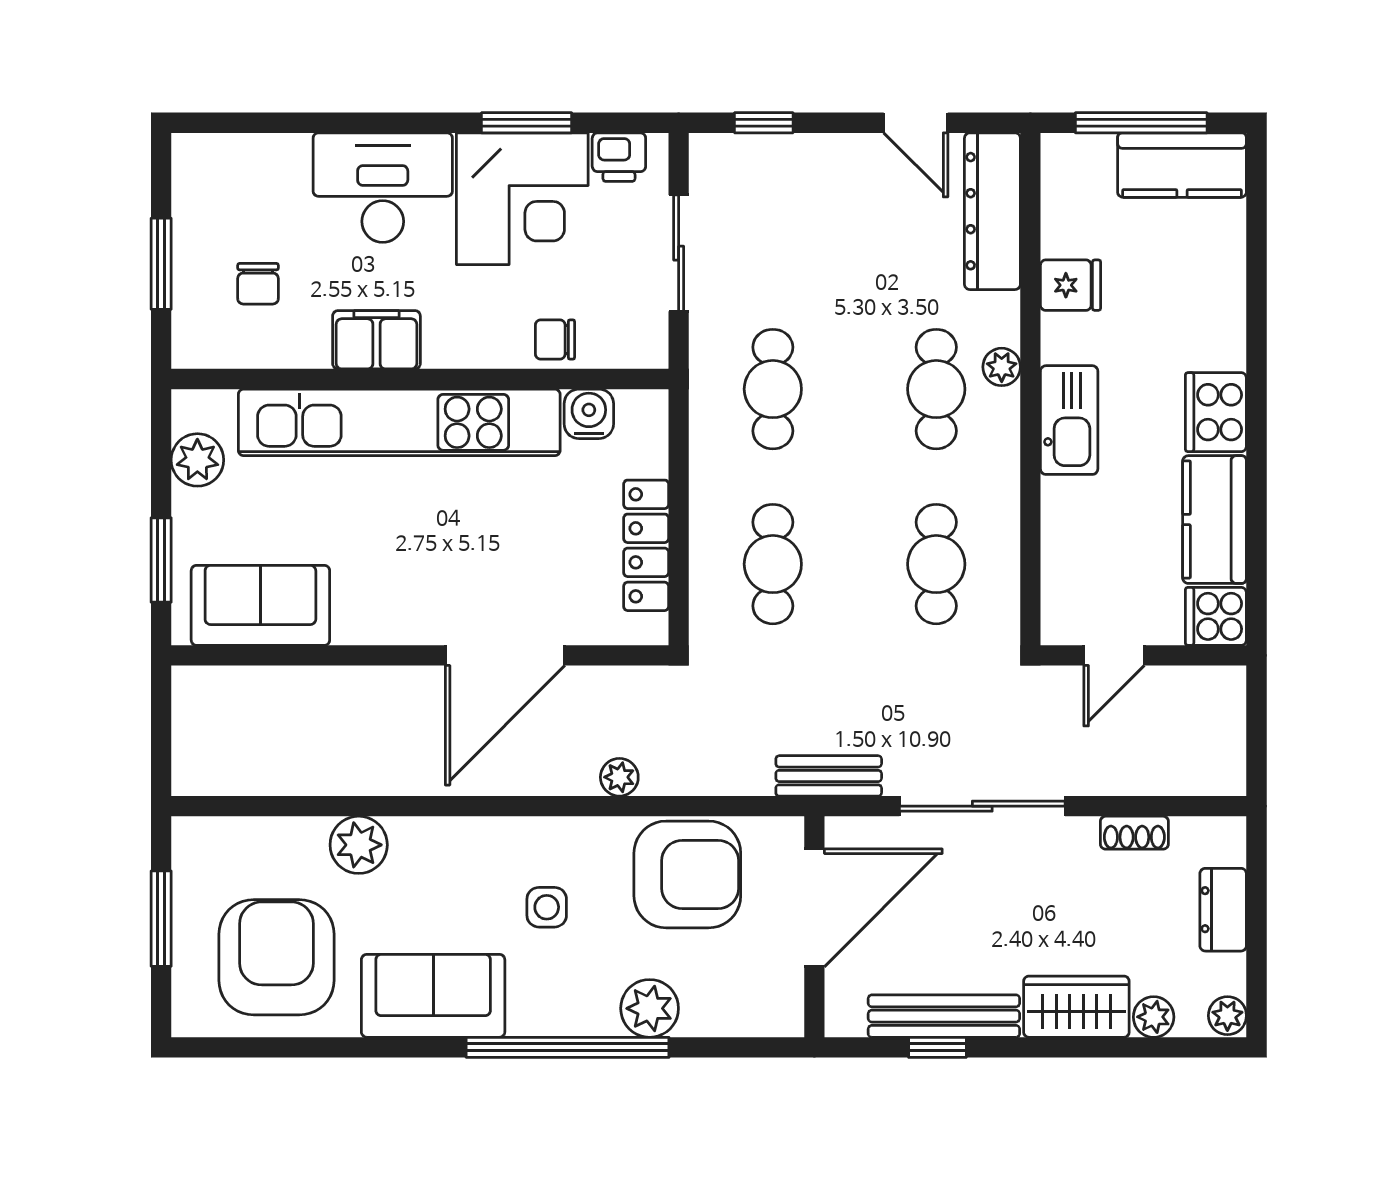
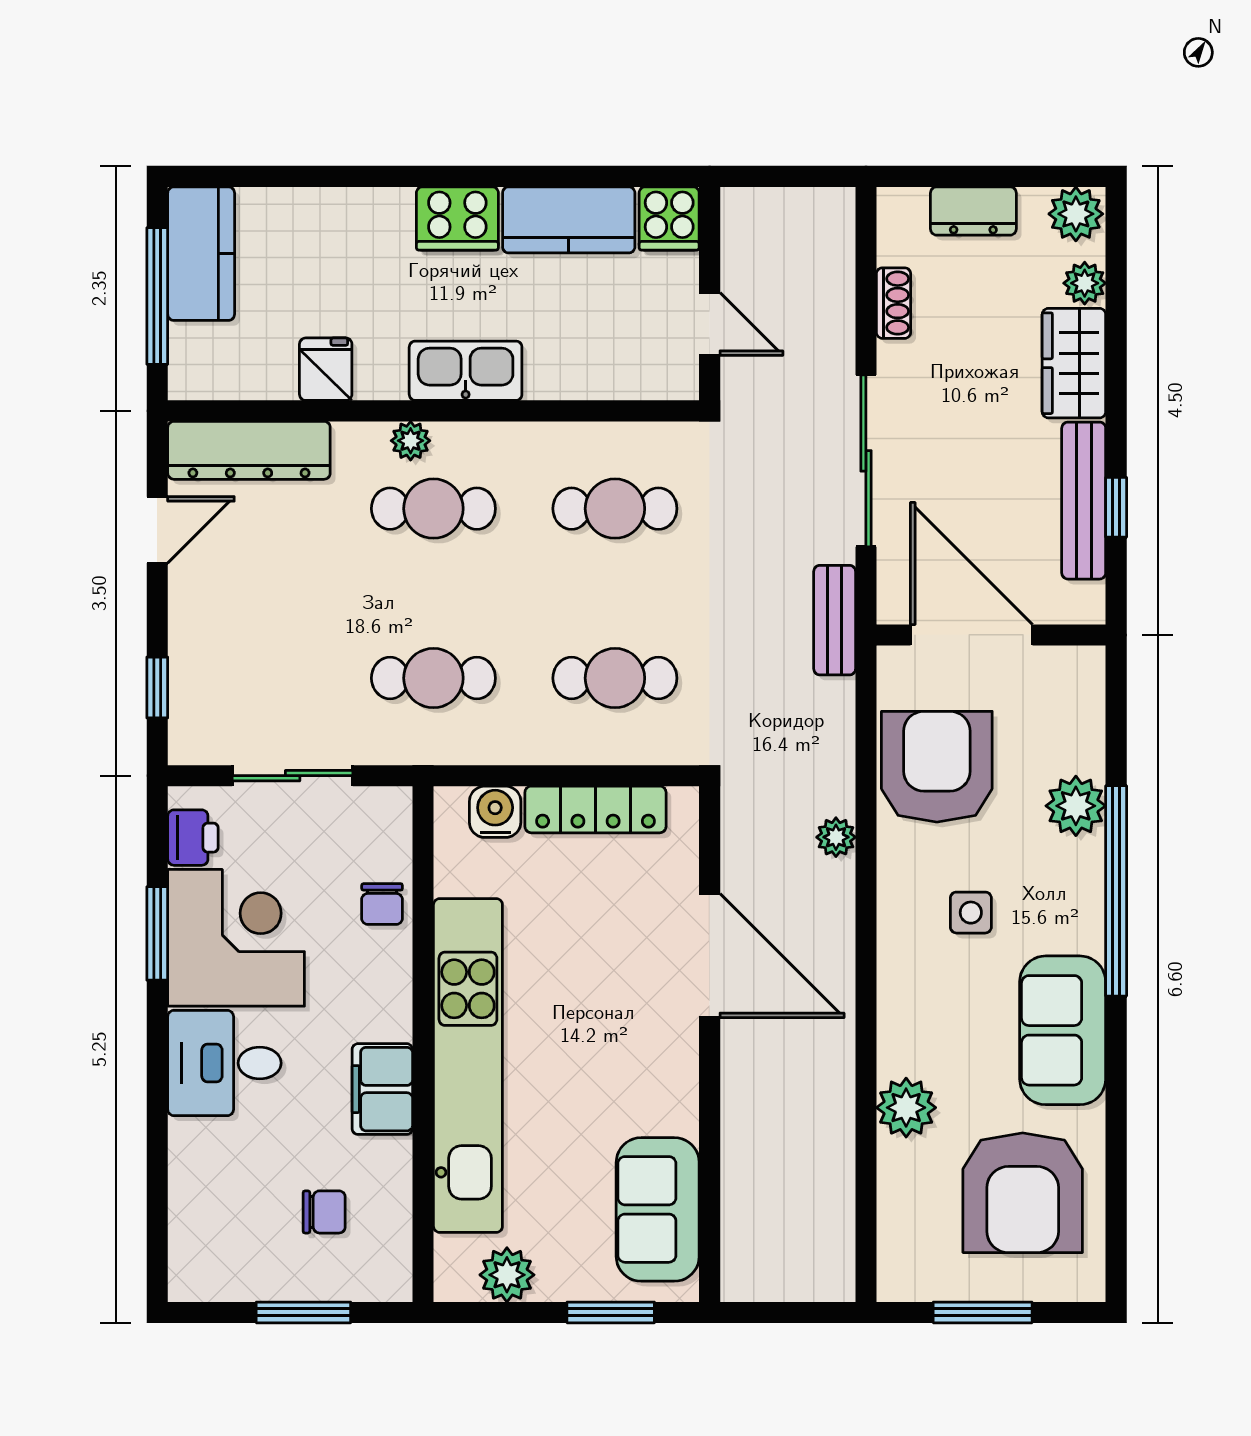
desk: (383, 188) -> (224, 1063), width x0.73
water cooler: (589, 414) -> (495, 812), moved, turned 90
armchair: (276, 957) -> (1023, 1193), turned -90
plant: (1227, 1016) -> (1076, 214), width x1.38, depth x1.38

